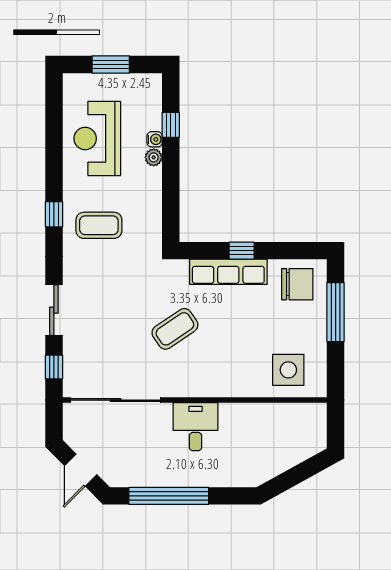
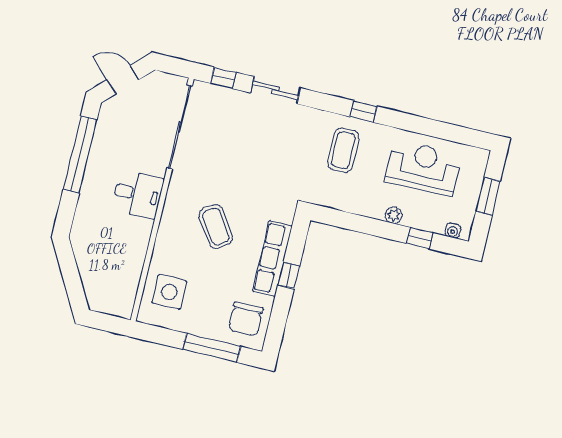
water cooler: (155, 139) -> (453, 230), moved
coffee table: (175, 329) -> (216, 227), moved

